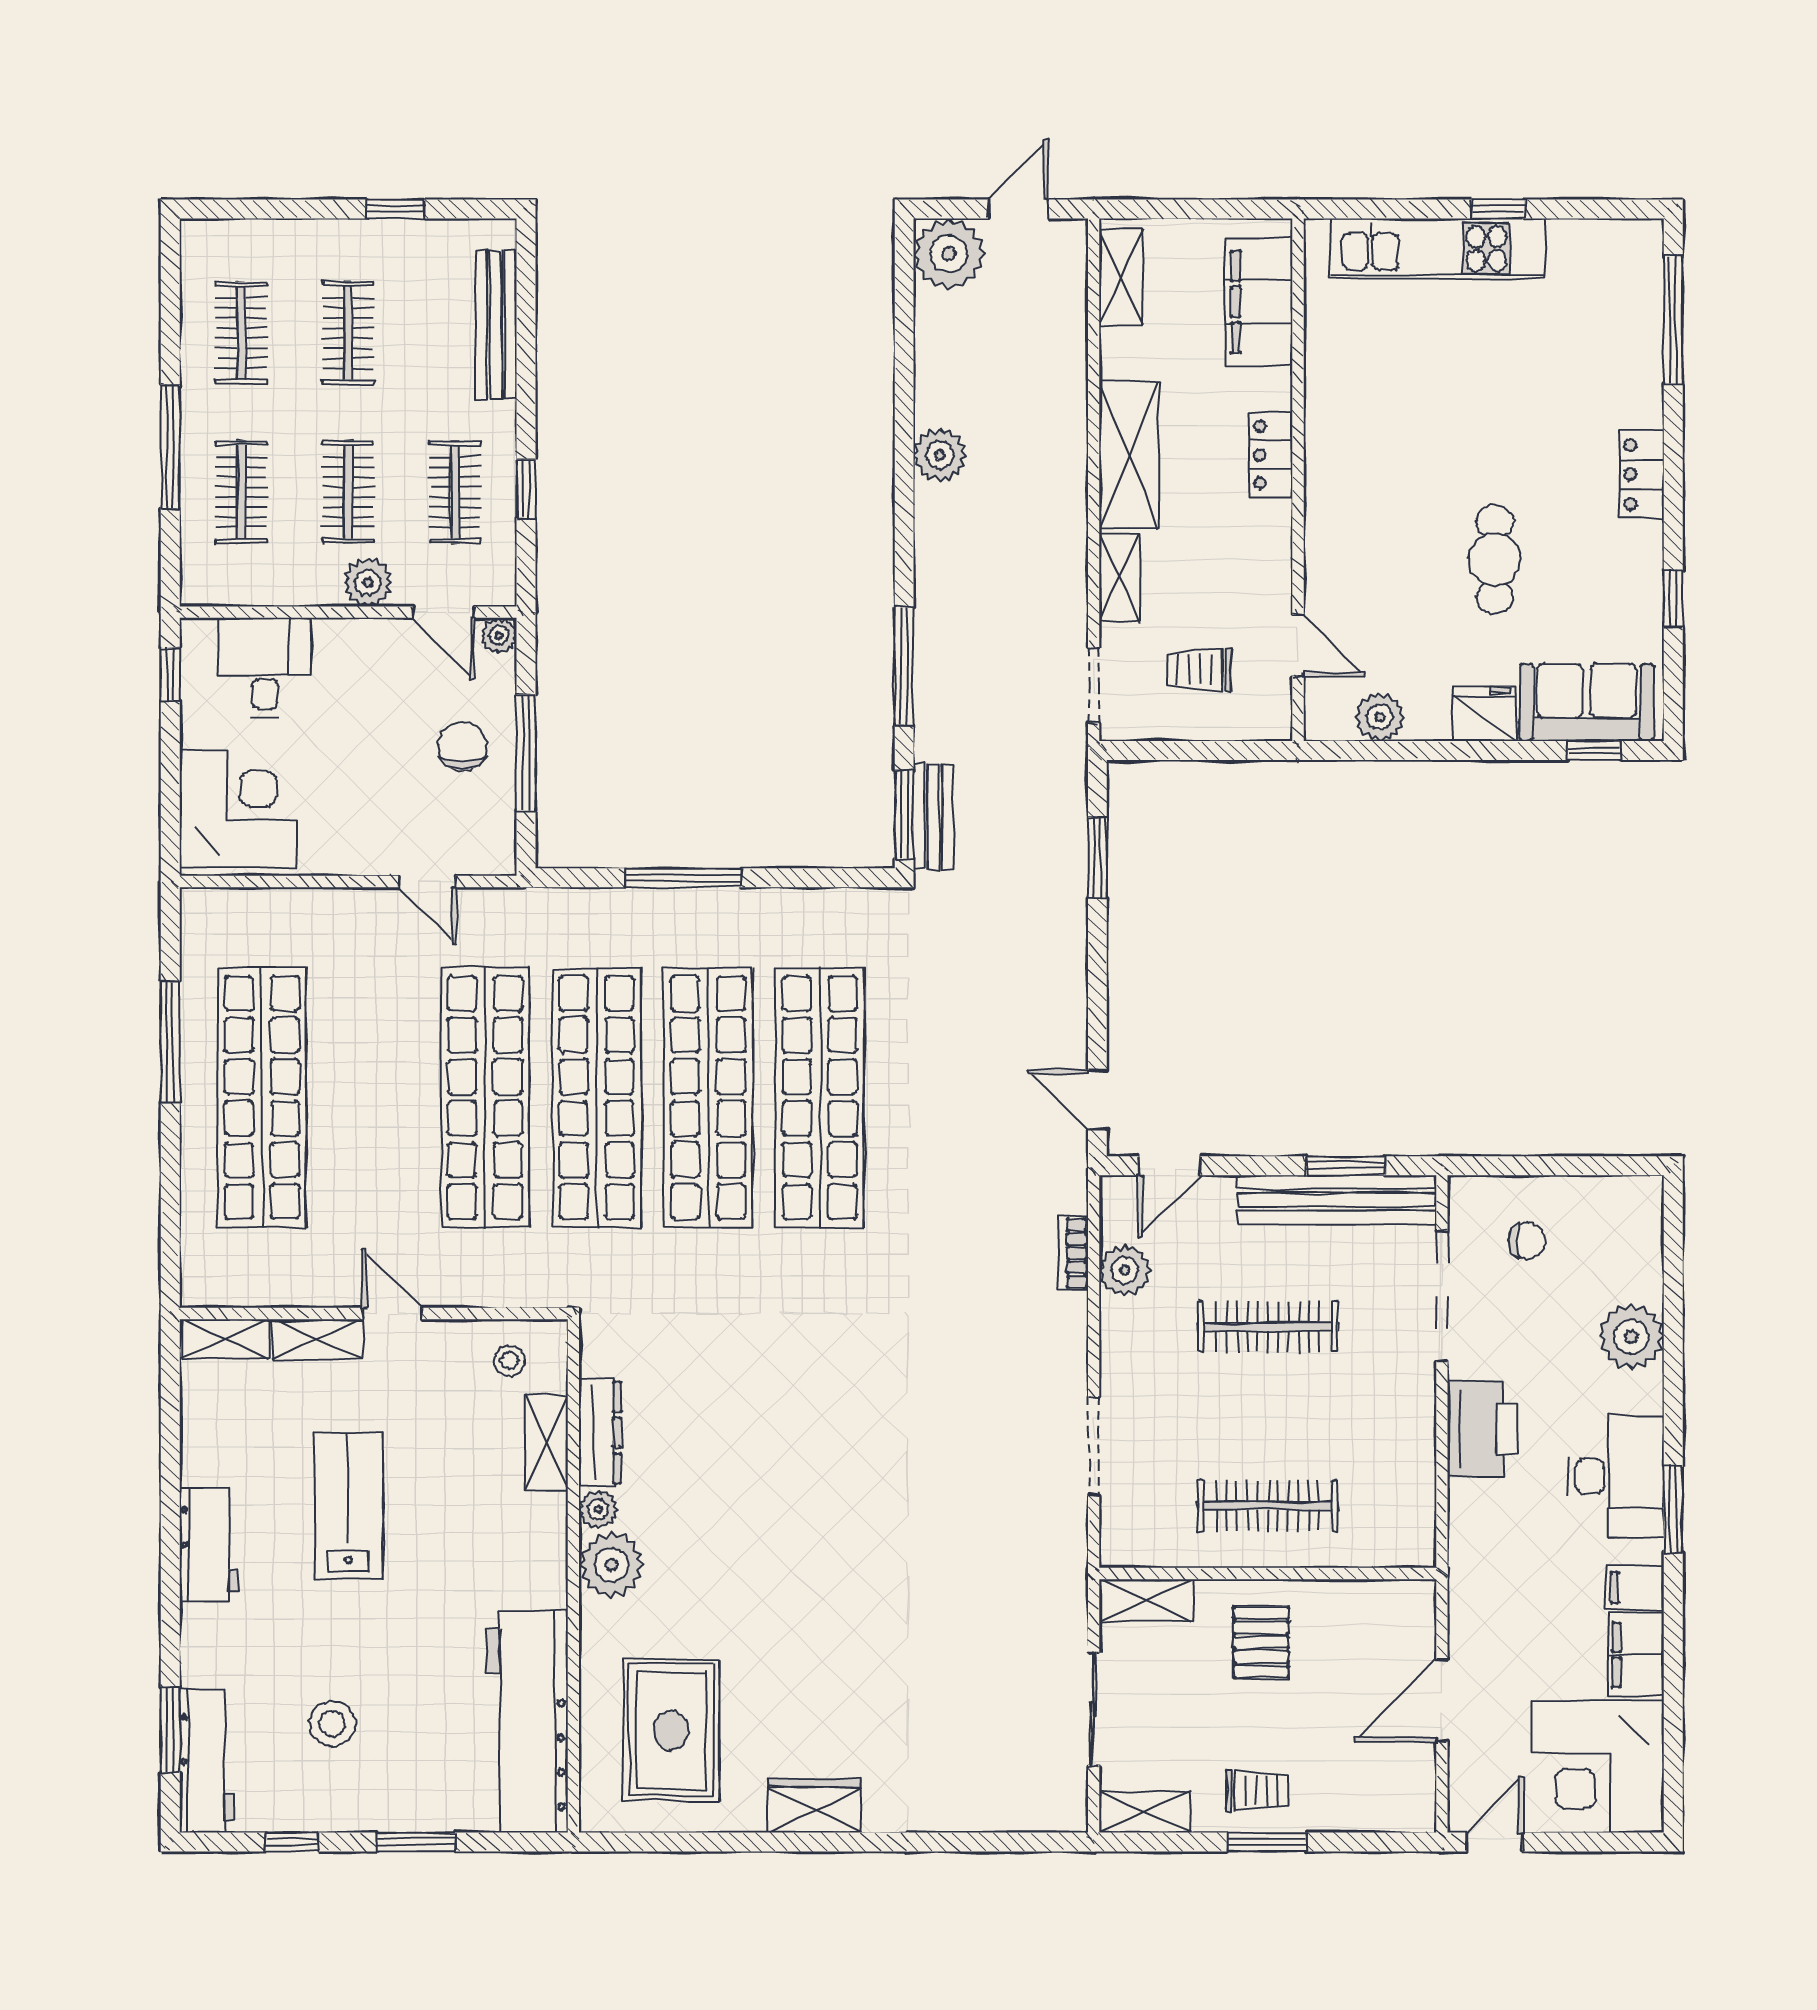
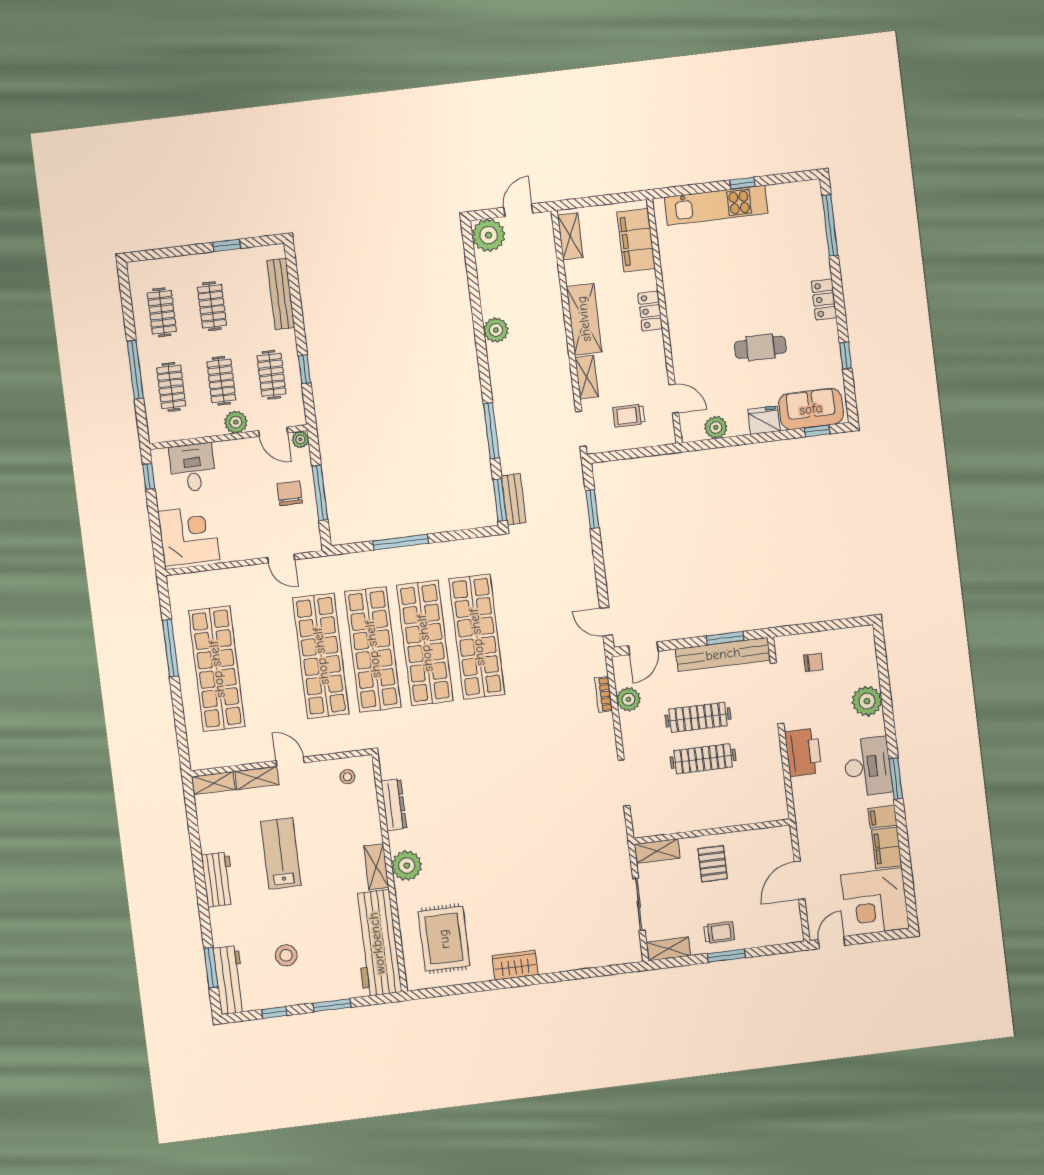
cafe table: (1495, 559) -> (760, 347), turned 90
shelving: (546, 1442) -> (376, 867), moved
clothes rail: (1268, 1506) -> (703, 759), moved
plant: (598, 1509) -> (397, 841), removed

